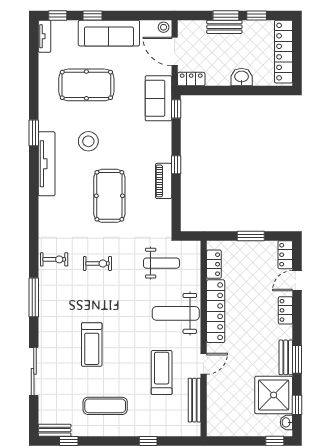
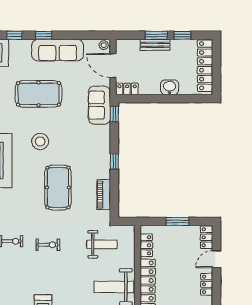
piano: (164, 181) -> (104, 195), moved

